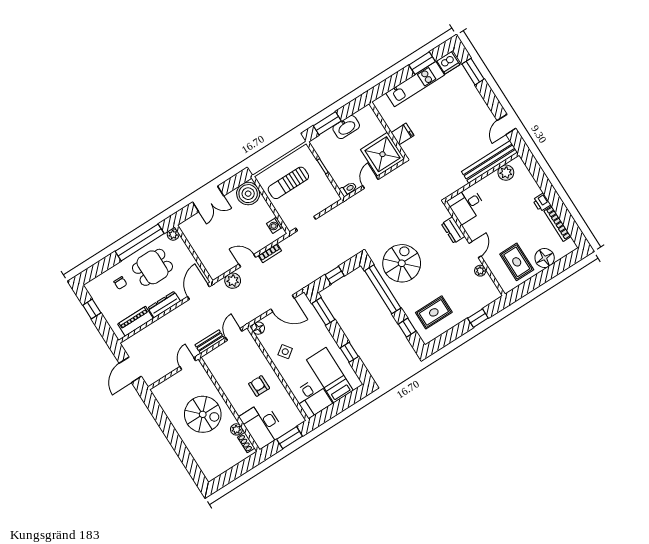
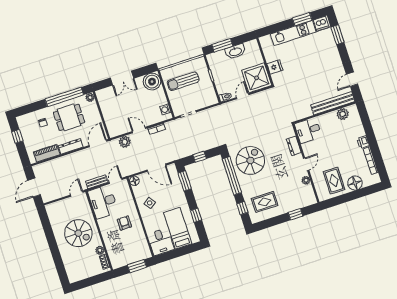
desk: (262, 425) -> (103, 202), moved

